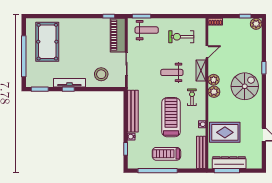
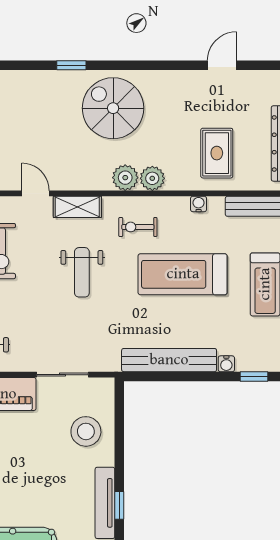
plant: (214, 80) -> (152, 178), moved
rug: (225, 132) -> (217, 153), width x0.73, depth x0.70

